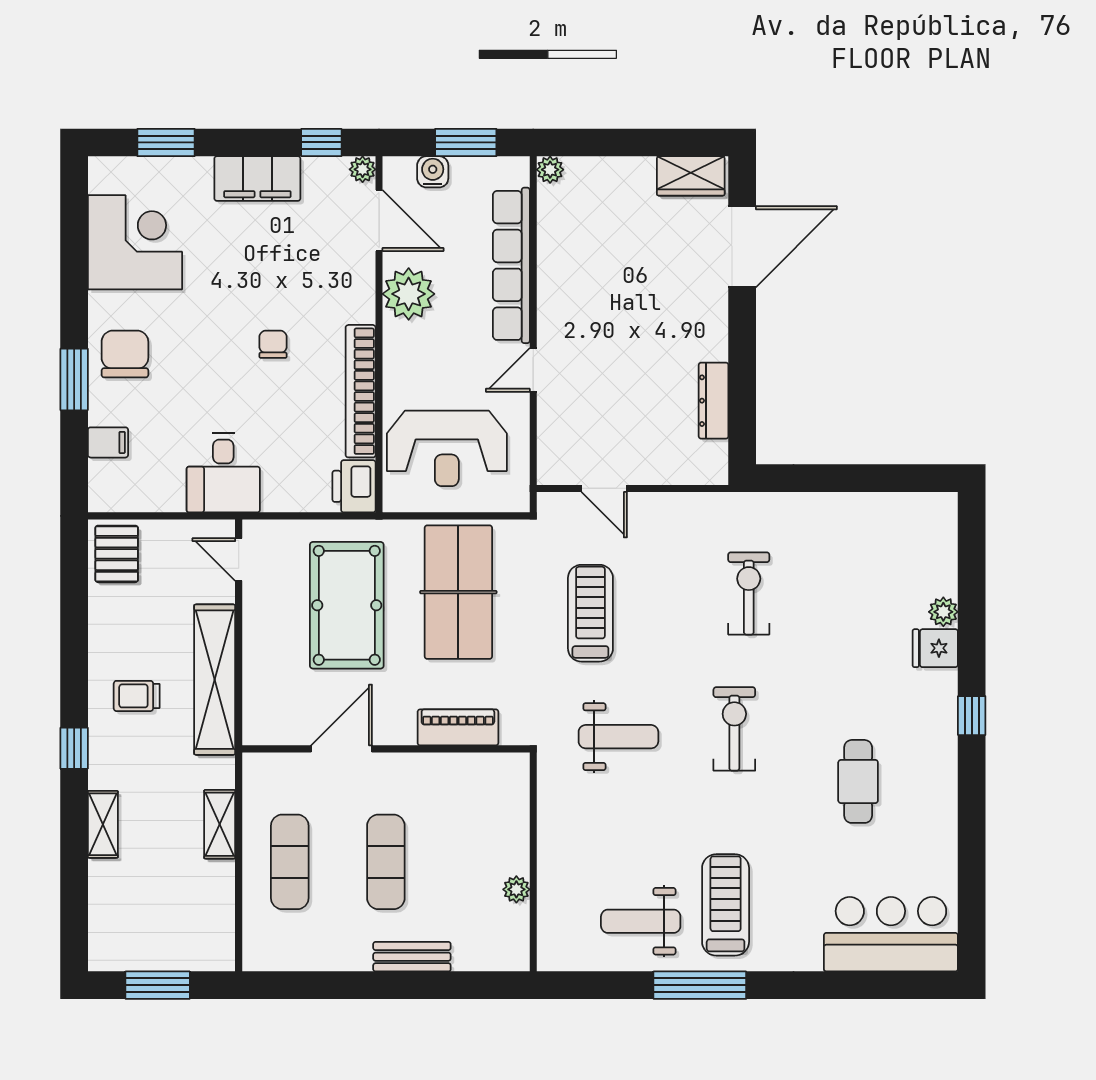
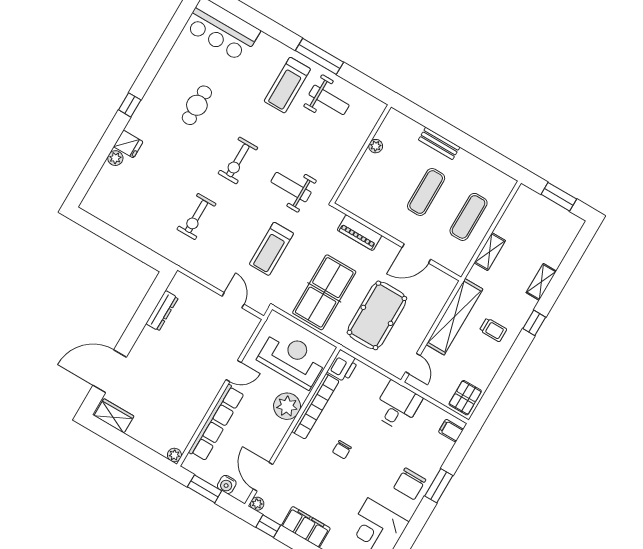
plant: (409, 294) -> (287, 406), moved
filing cabinet: (108, 442) -> (451, 431), moved

